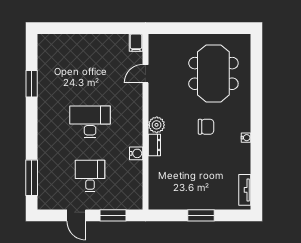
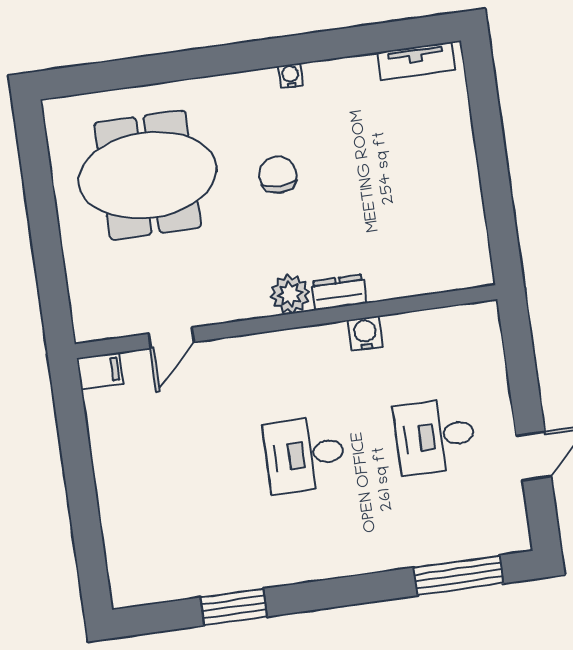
door: (145, 74) -> (171, 338), hinge flipped
desk: (90, 122) -> (305, 455), width x0.73
window: (113, 215) -> (521, 368), removed
window: (201, 215) -> (492, 157), removed

